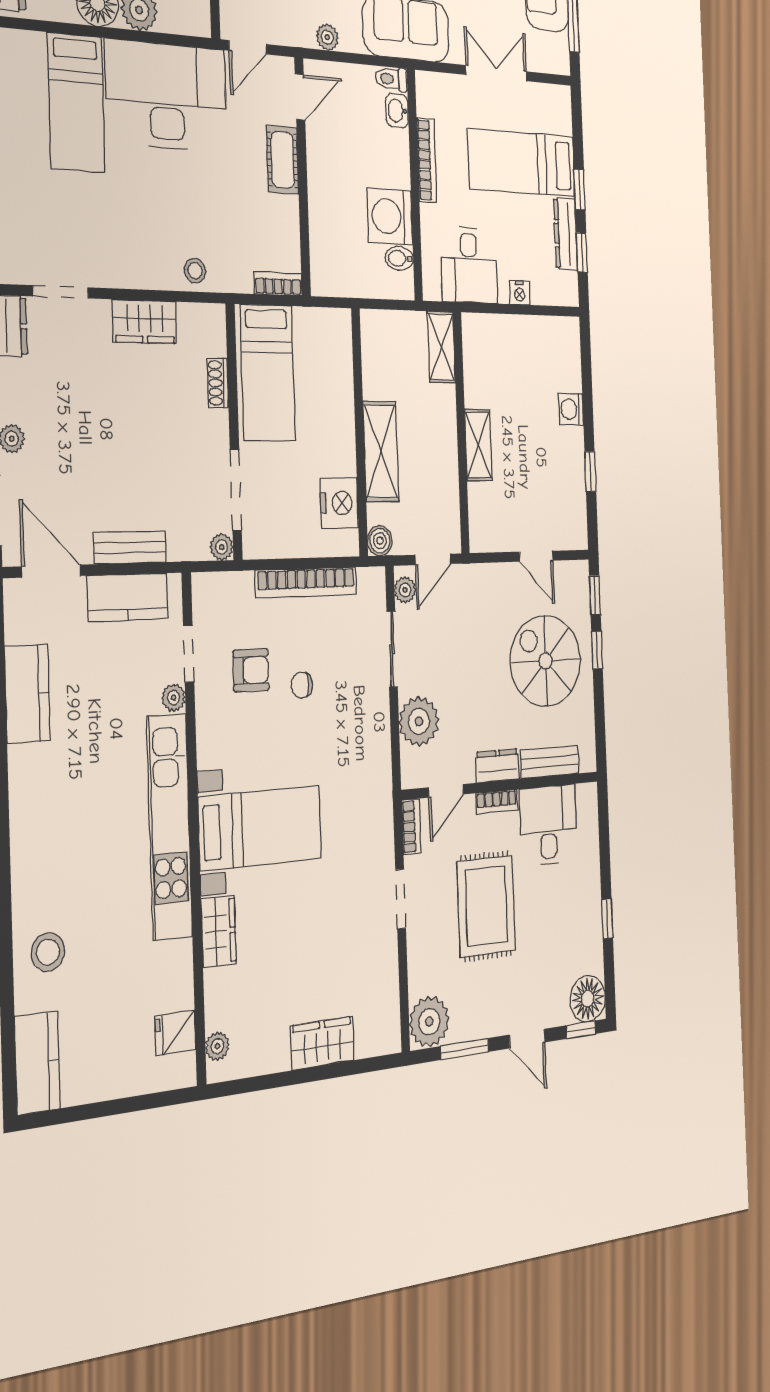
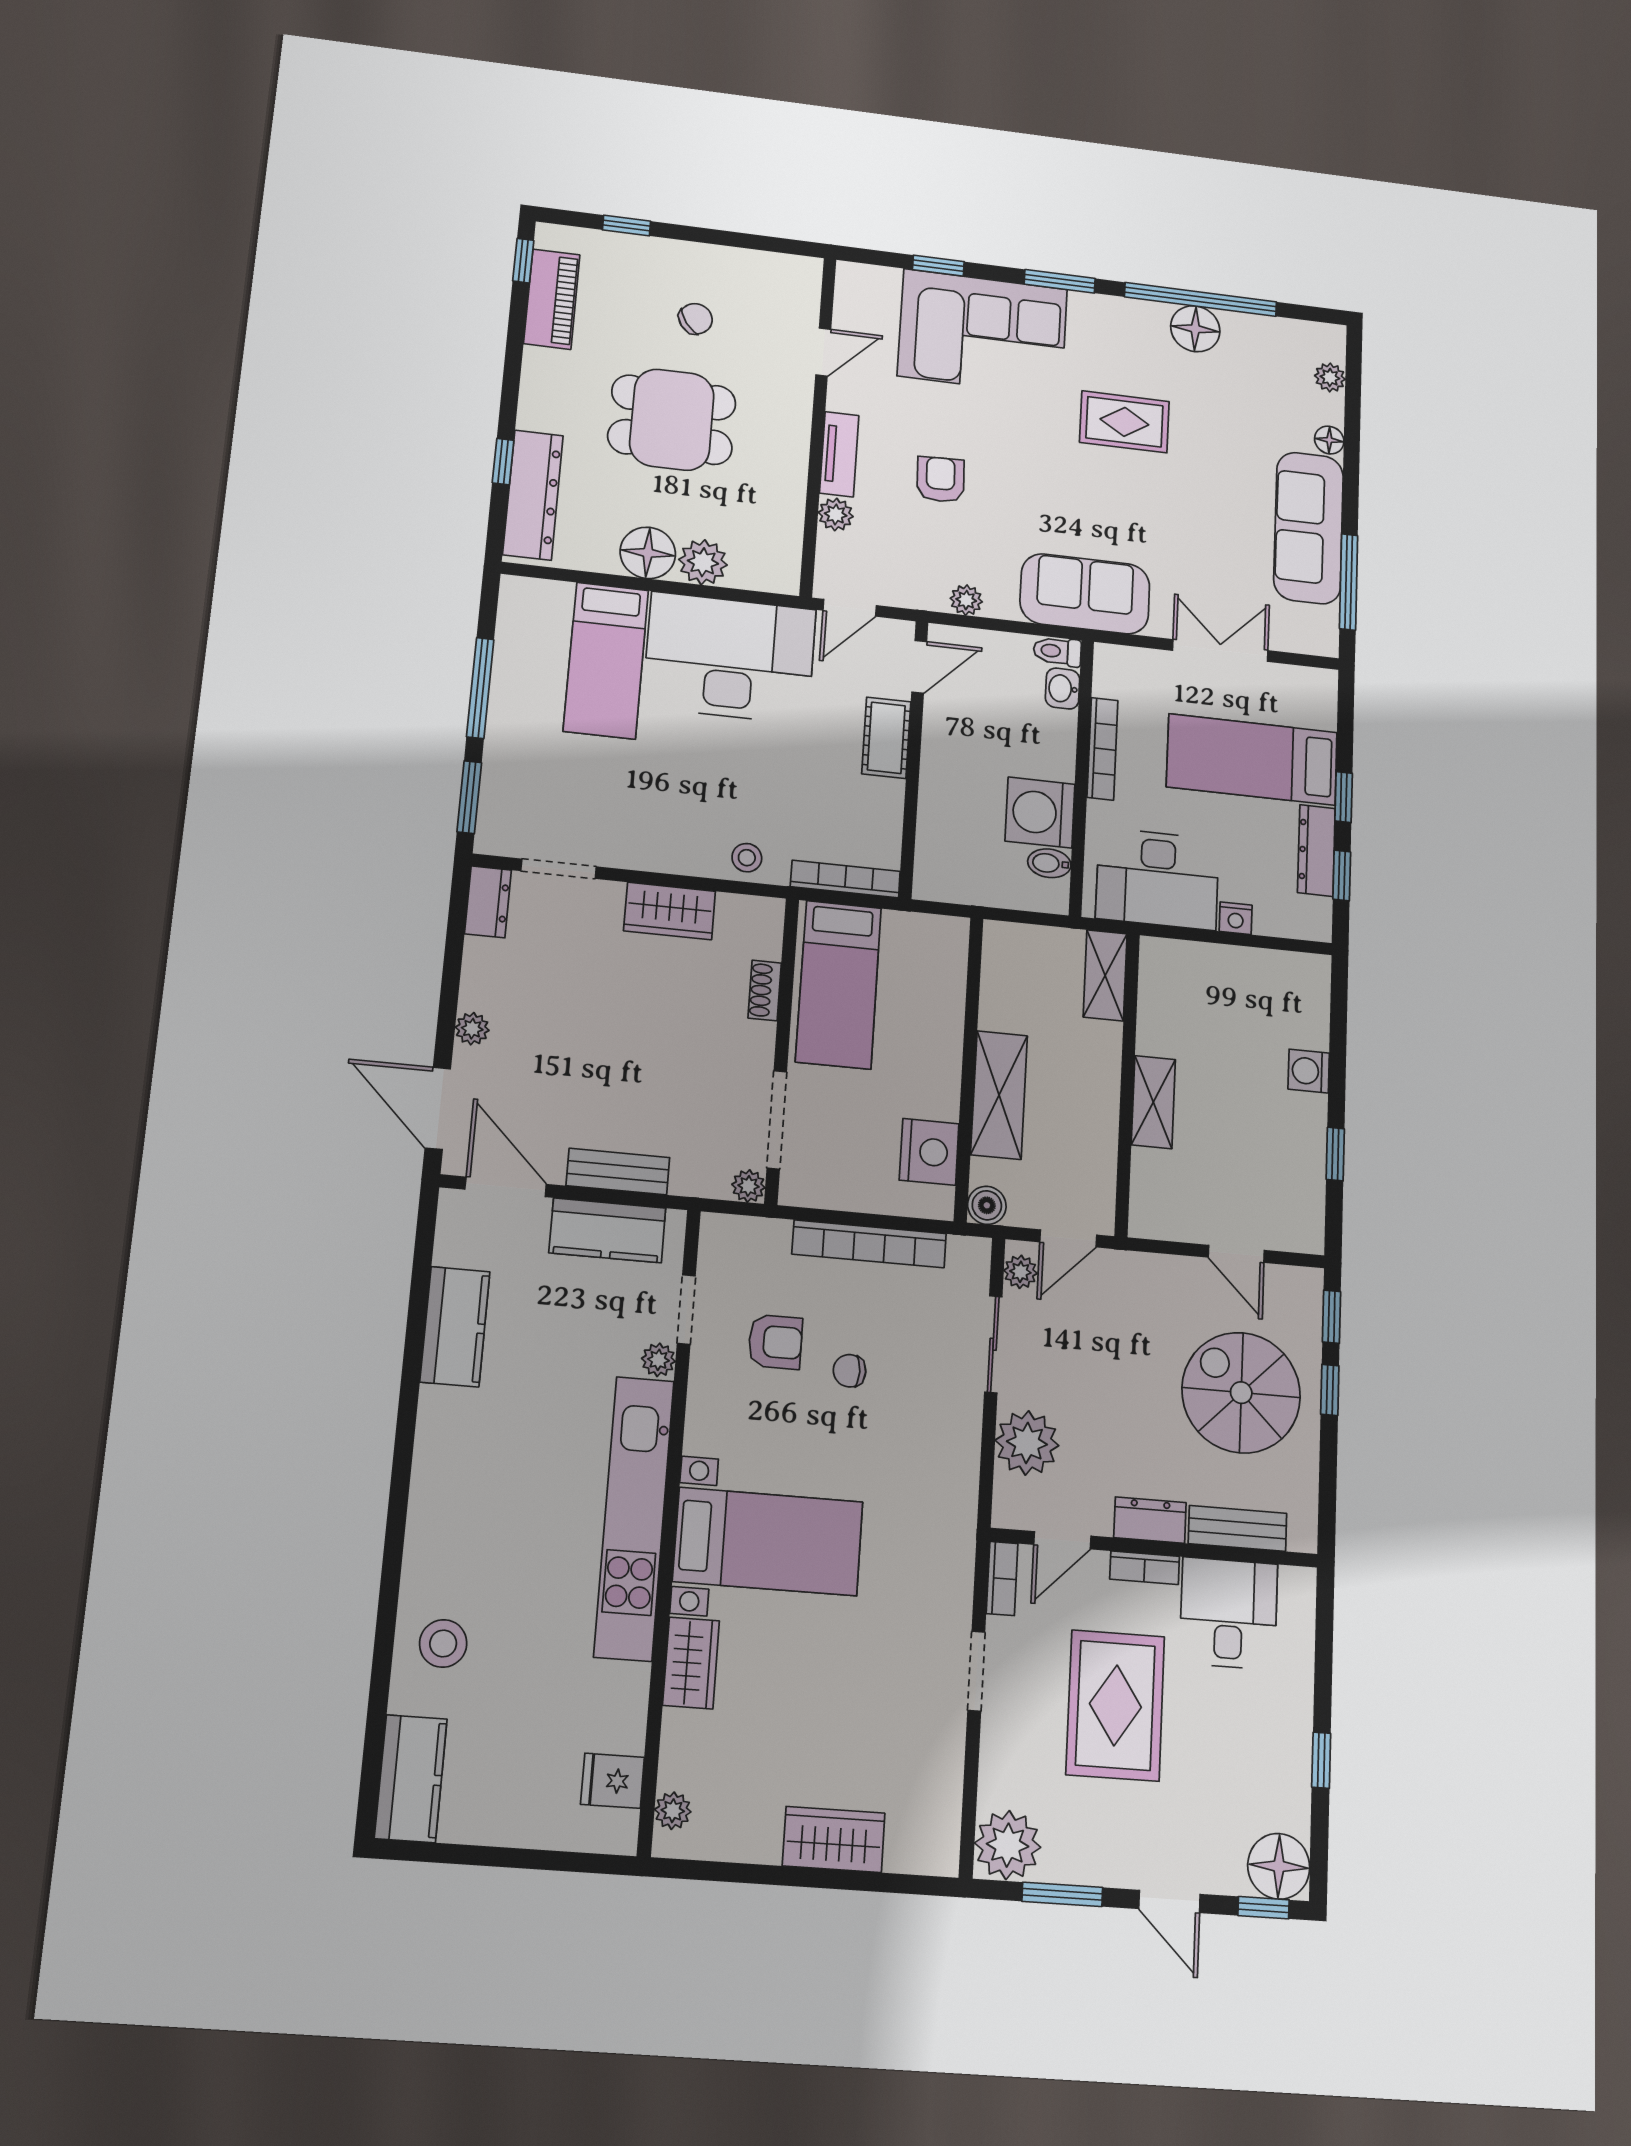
desk: (469, 265) -> (1157, 879), width x1.37
bookcase: (278, 284) -> (845, 879), width x1.56

